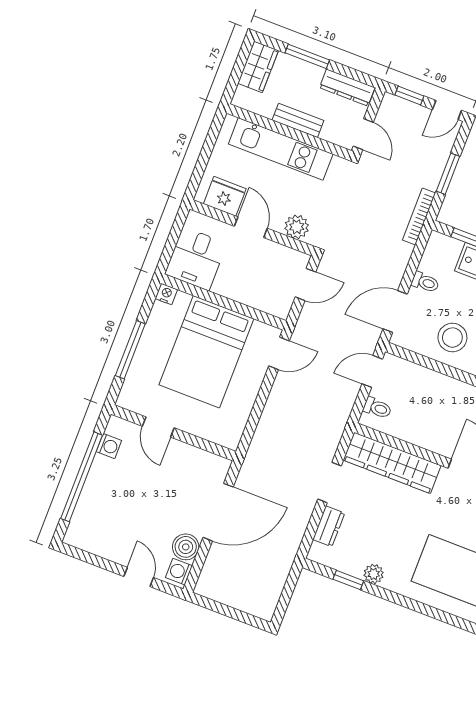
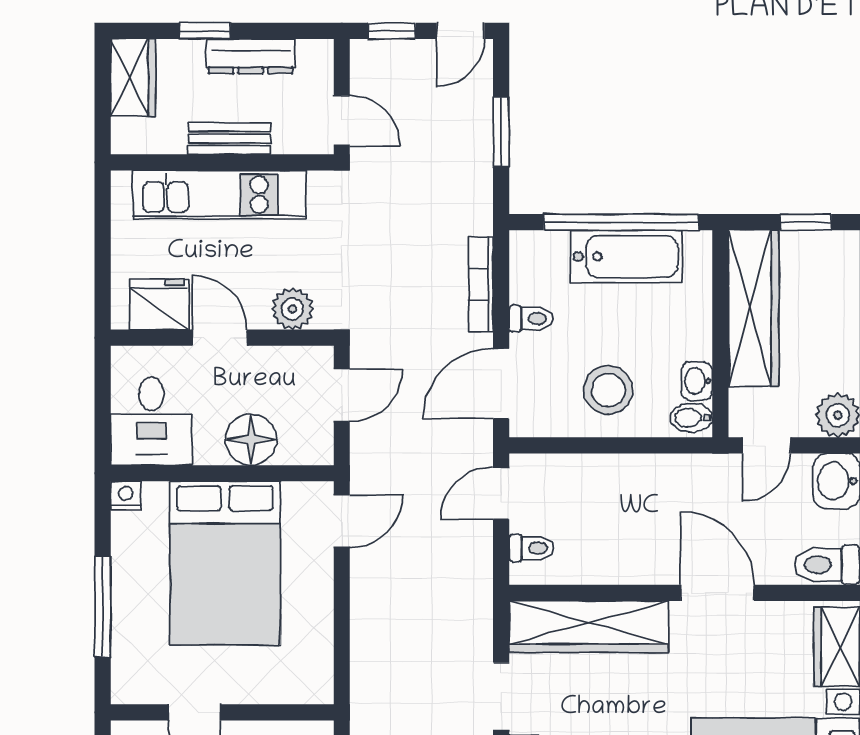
window: (307, 56) -> (205, 31), width x0.67
dresser: (347, 88) -> (251, 56), moved
bookcase: (419, 216) -> (481, 285), moved
floor lamp: (246, 290) -> (251, 440), added

